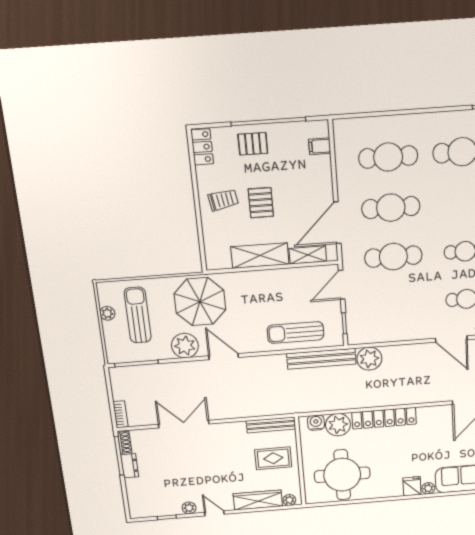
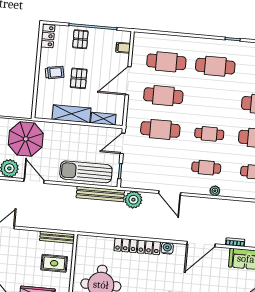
pallet: (253, 144) -> (80, 39), turned 90
door: (337, 223) -> (128, 81), moved
sun lounger: (296, 333) -> (86, 172), width x1.36, depth x1.34
door: (451, 339) -> (170, 193), moved
water cooler: (316, 423) -> (167, 248), moved
plant: (338, 425) -> (104, 246), removed

